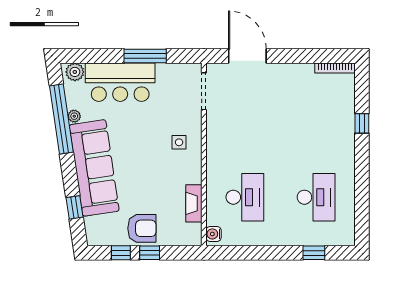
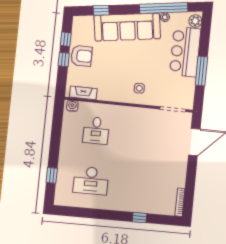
desk: (245, 197) -> (96, 131), width x0.73
fireplace: (194, 203) -> (83, 93), moved
armchair: (142, 228) -> (82, 56), turned -90

